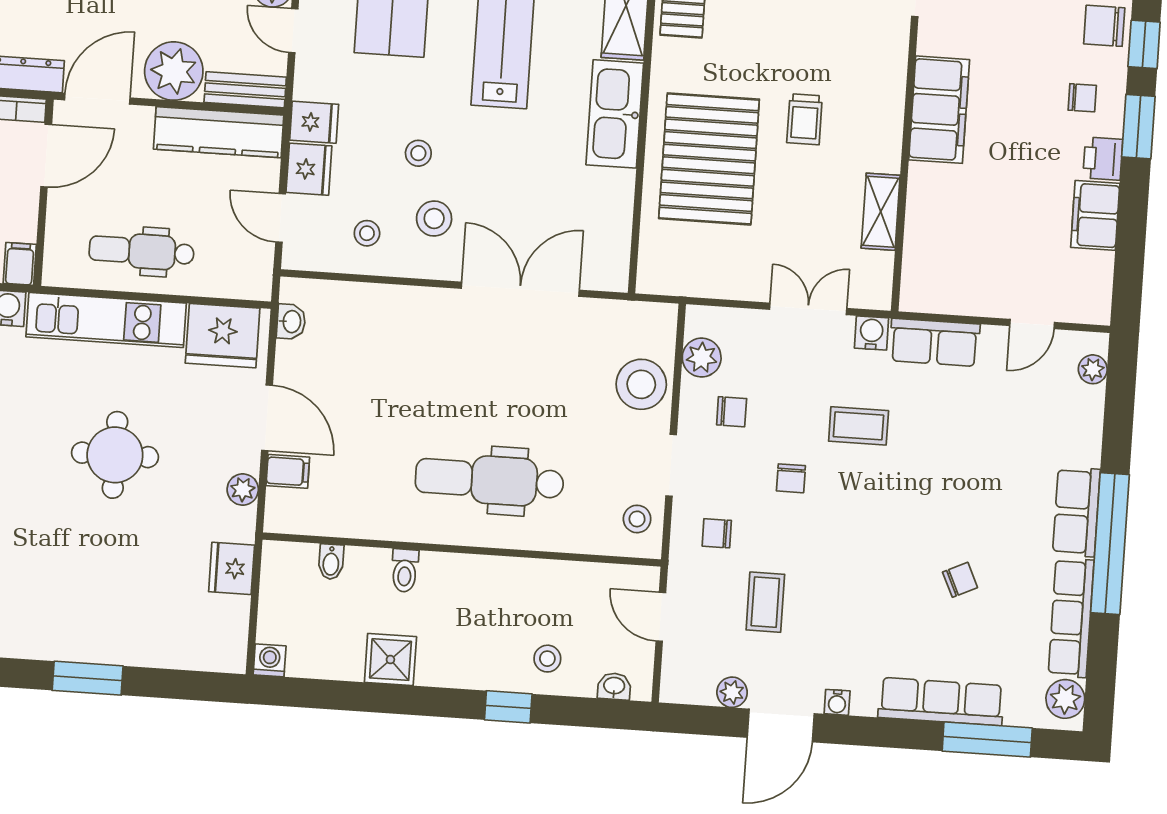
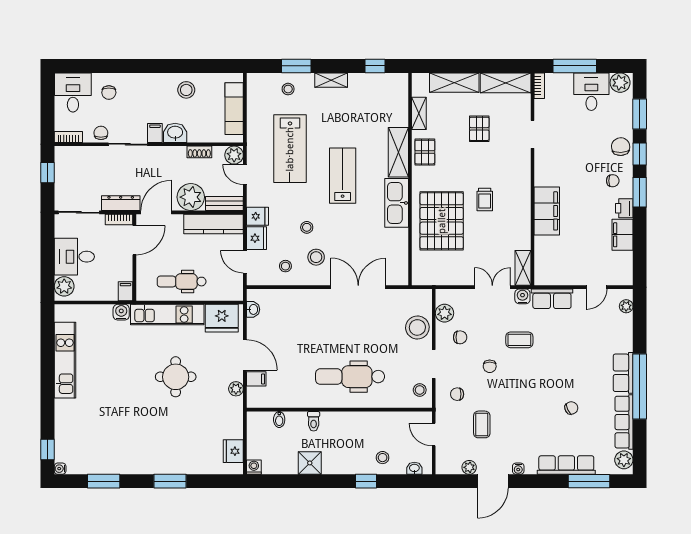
chair: (1104, 26) -> (621, 147), turned 88
filing cabinet: (939, 110) -> (547, 211), moved
shelving: (881, 212) -> (523, 268), moved
fridge: (232, 568) -> (233, 451), moved

